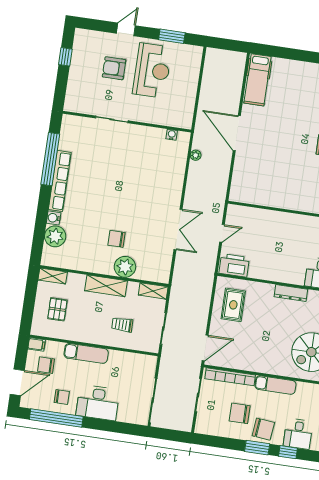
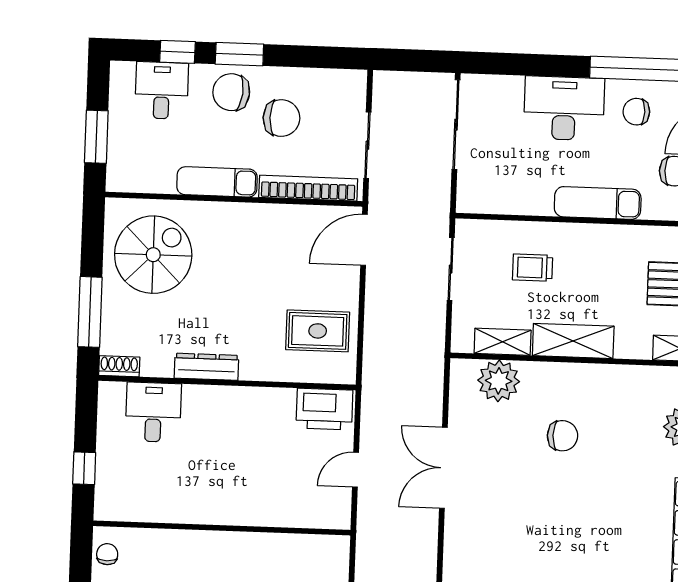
plant: (125, 267) -> (499, 381), moved
shelving: (153, 291) -> (503, 342), moved
rug: (233, 305) -> (318, 331), turned 90
trolley: (122, 325) -> (533, 268), turned 180

